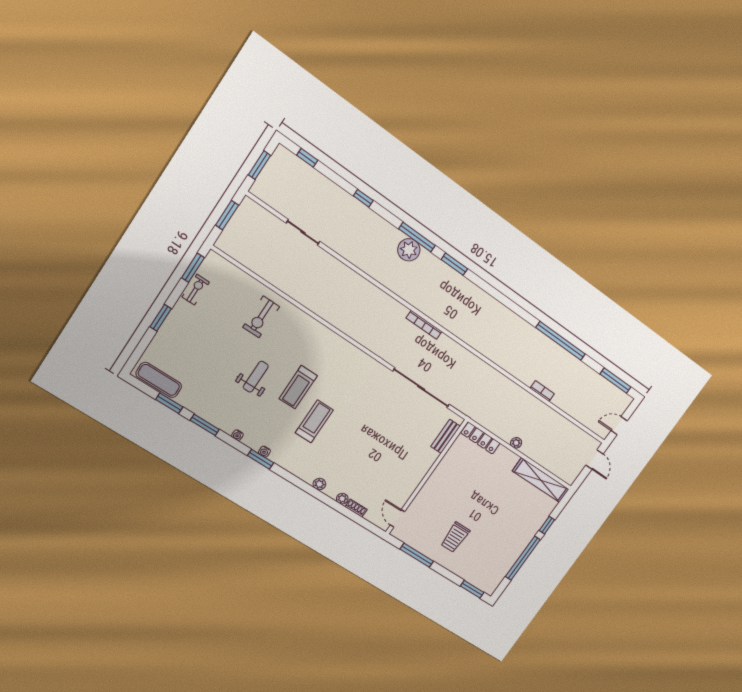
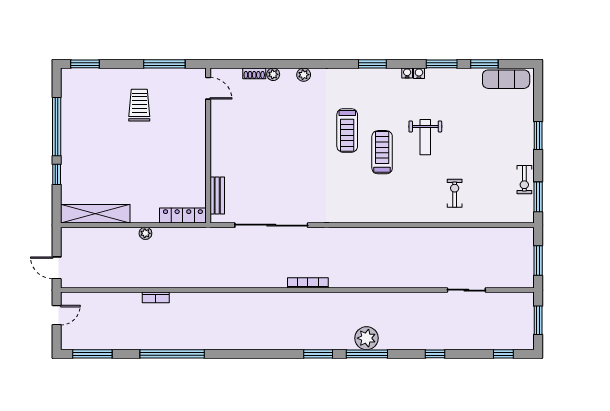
exercise bike: (261, 317) -> (455, 193), width x0.73, depth x0.72
water cooler: (264, 452) -> (419, 73), moved

